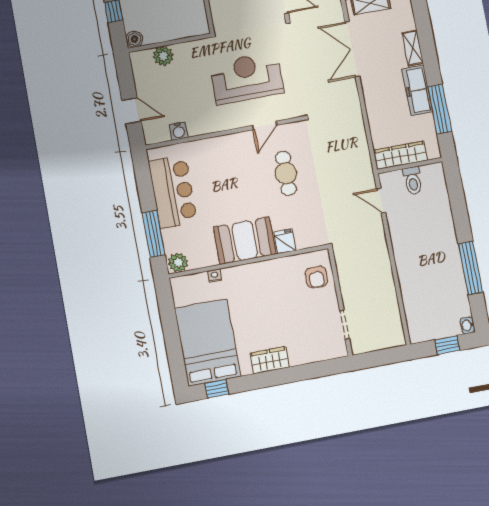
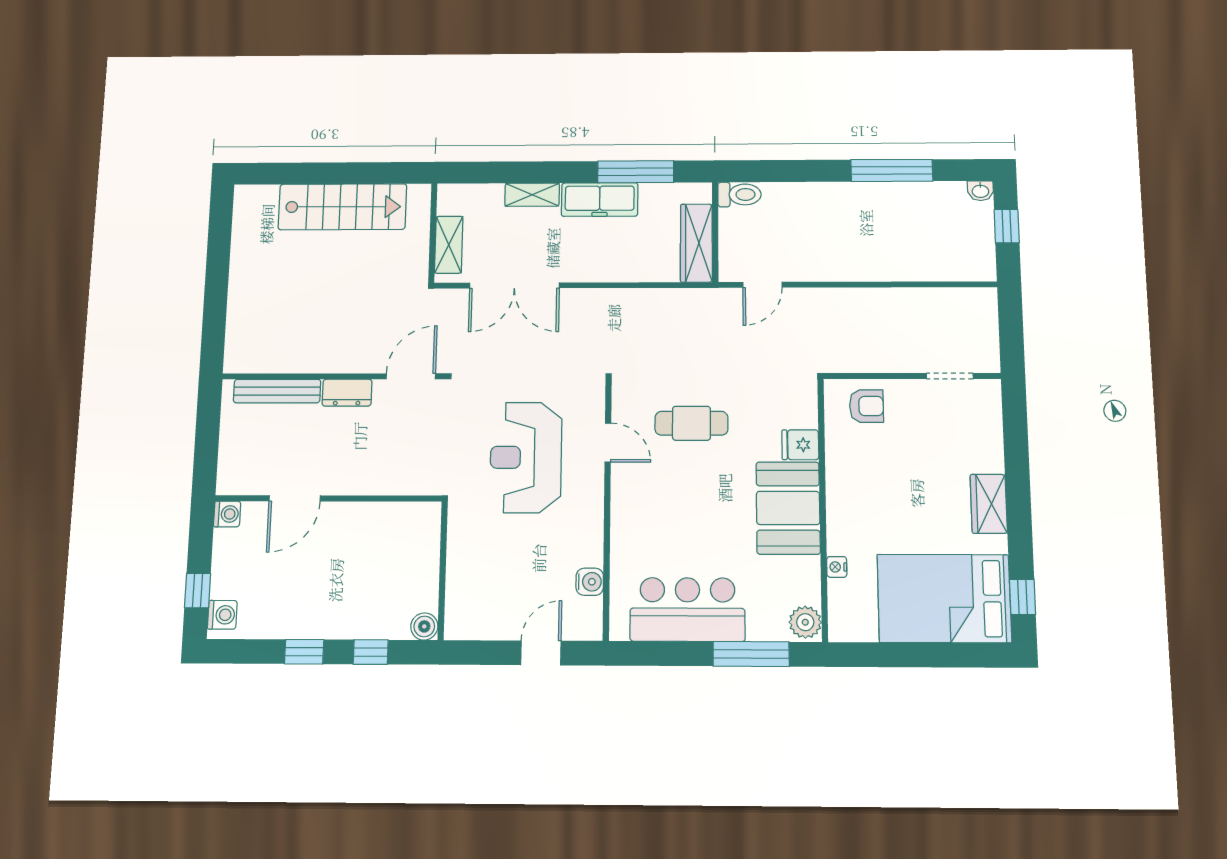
plant: (163, 56) -> (462, 584), removed
toilet: (413, 181) -> (739, 194), moved

